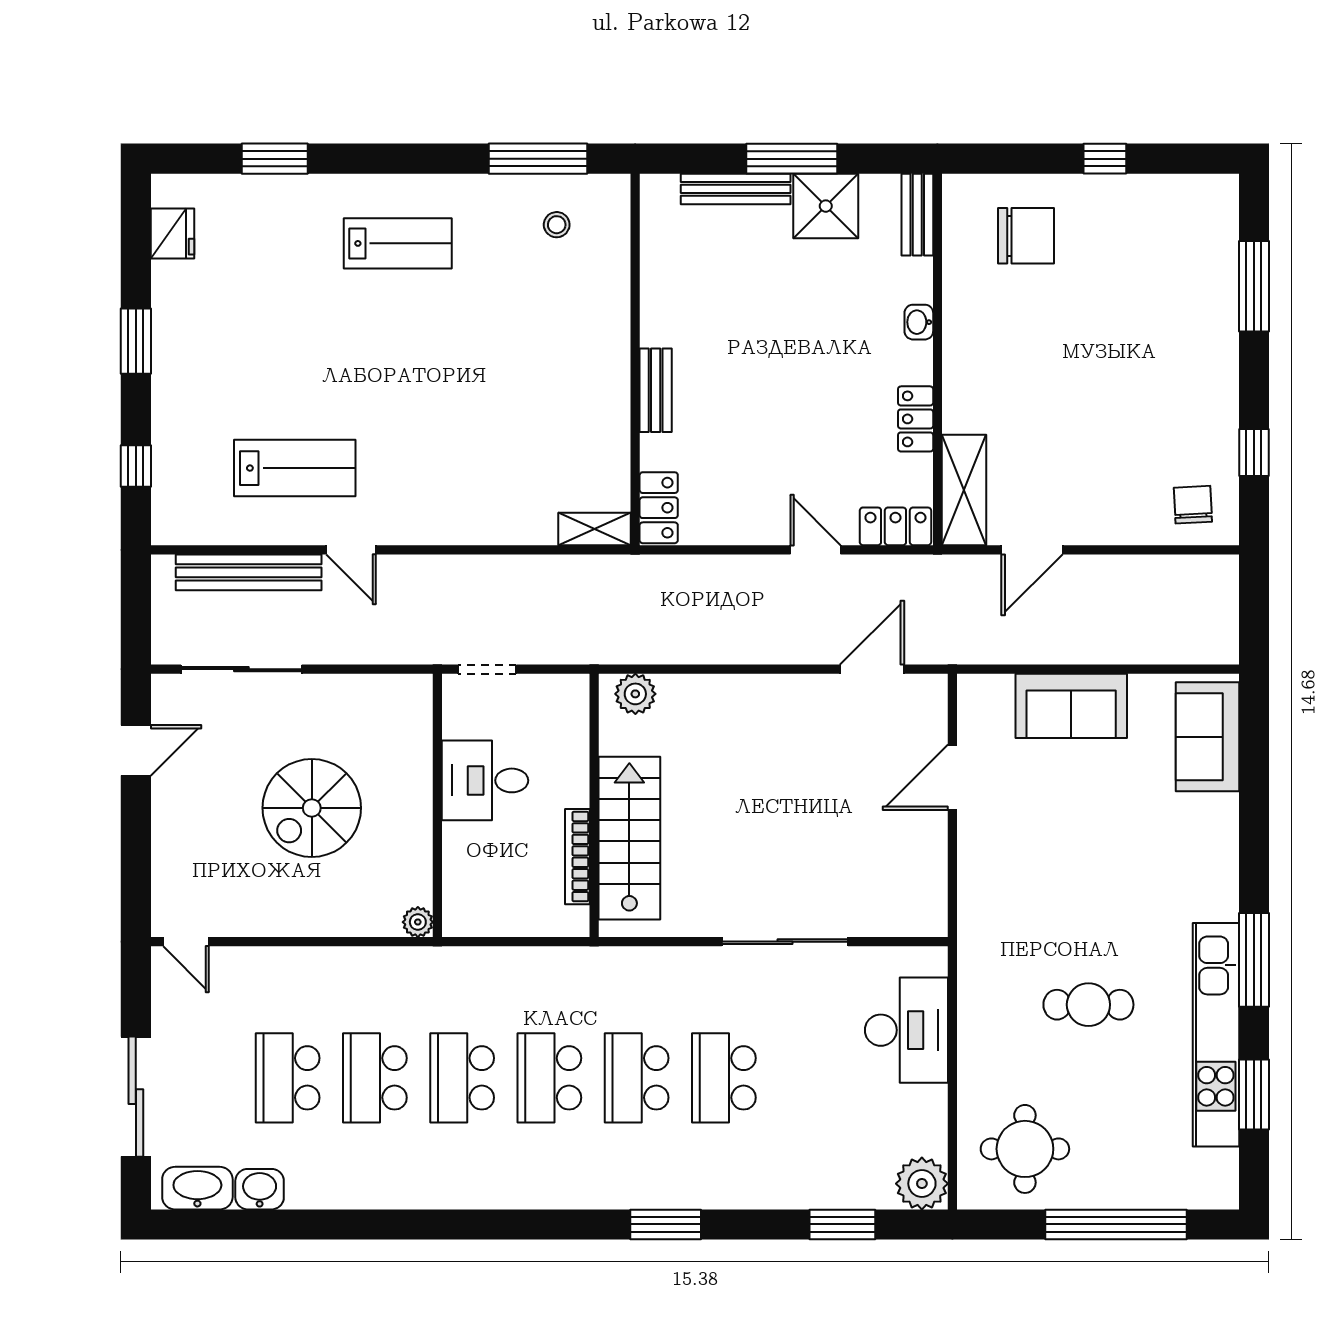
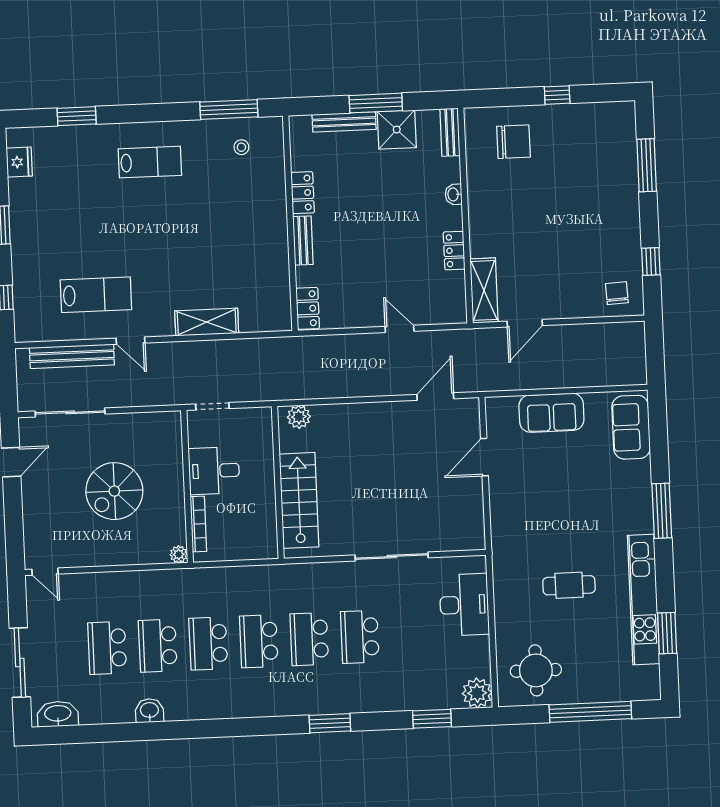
locker: (895, 526) -> (303, 193), moved, turned 90
shelving: (595, 529) -> (207, 322), moved, width x1.50, depth x1.33
bookcase: (577, 857) -> (198, 524), moved, turned 180
window: (1254, 960) -> (662, 511), moved
washbasin: (260, 1189) -> (149, 711), moved

